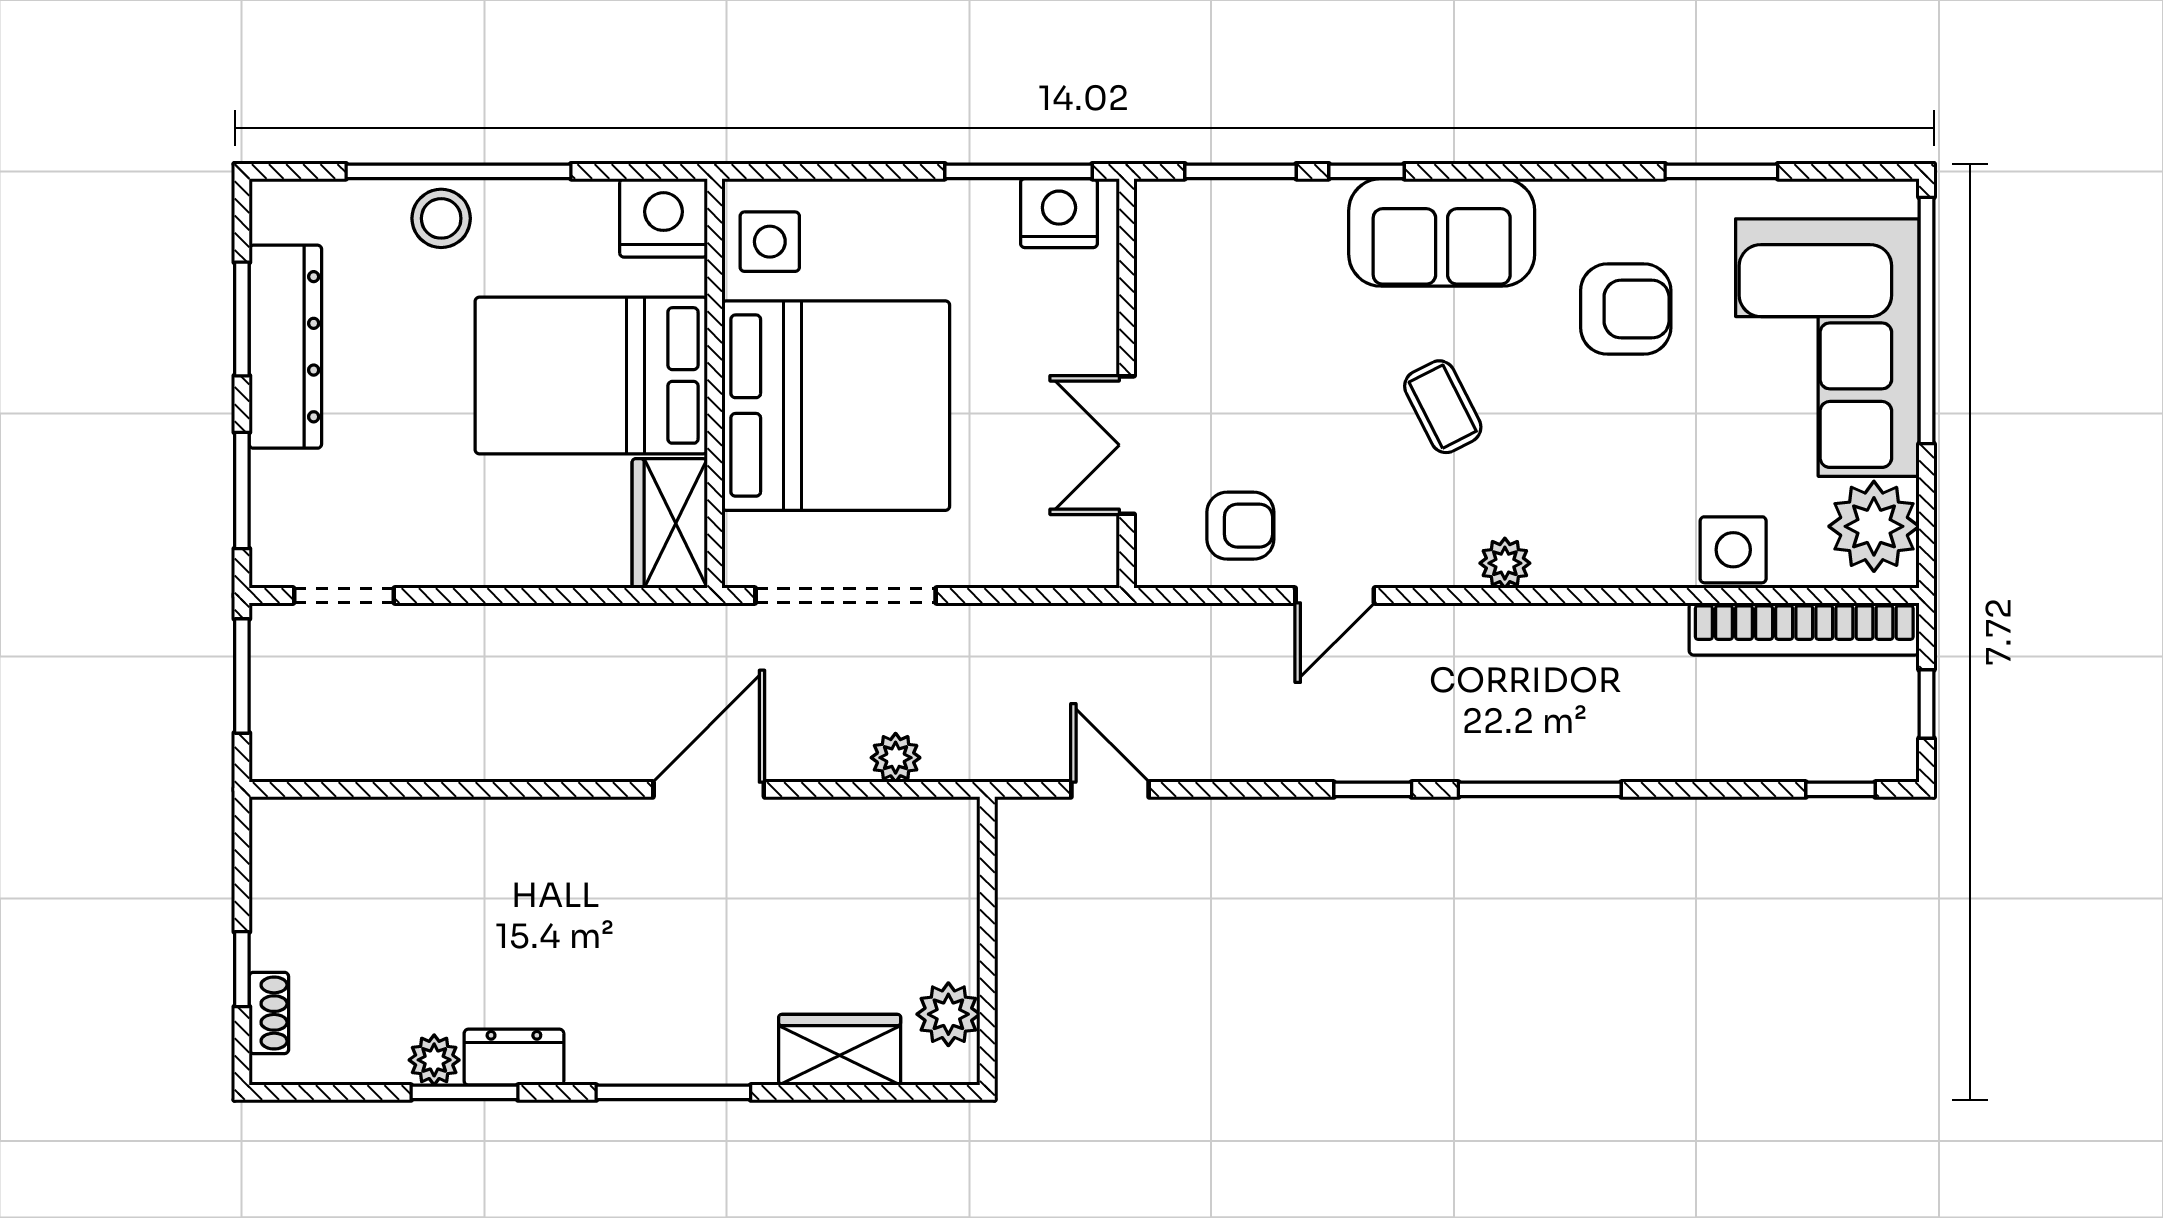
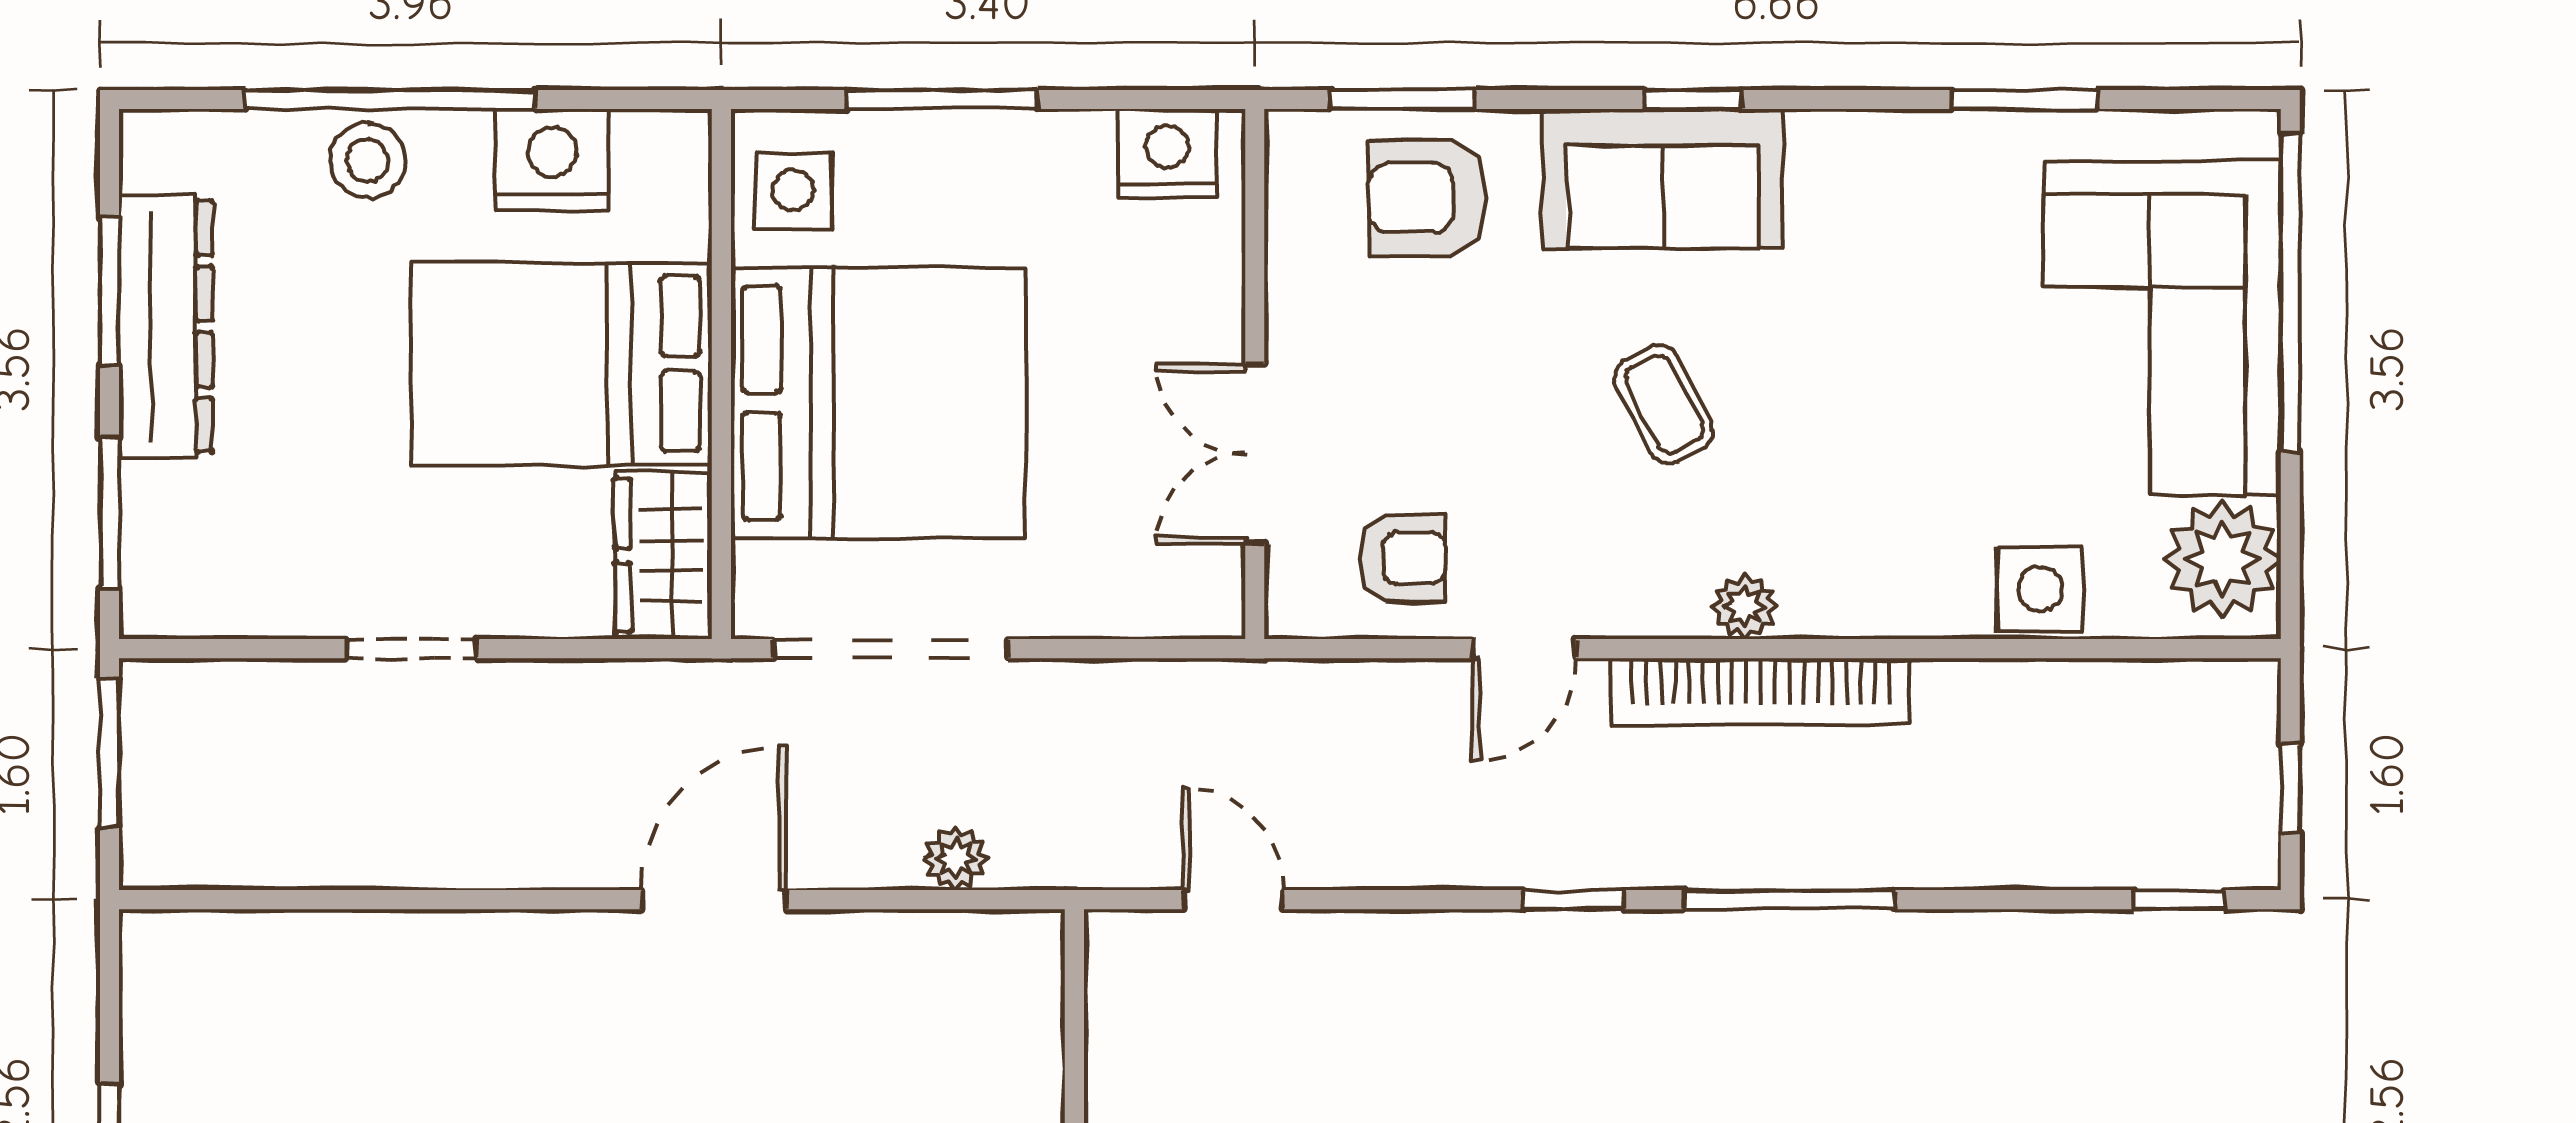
window: (1018, 171) -> (942, 100), moved
window: (1366, 171) -> (1692, 100), moved
nightstand: (664, 218) -> (552, 160), moved
armchair: (1626, 309) -> (1428, 198), moved, turned 180
doorway: (344, 596) -> (412, 649), moved
bookcase: (1804, 629) -> (1761, 692), moved

